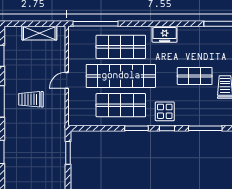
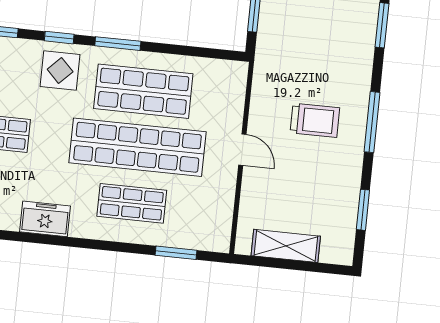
window: (95, 24) -> (176, 253), width x0.47
shop shelf: (121, 47) -> (132, 203), width x0.70, depth x0.74
door: (67, 80) -> (242, 150), hinge flipped

